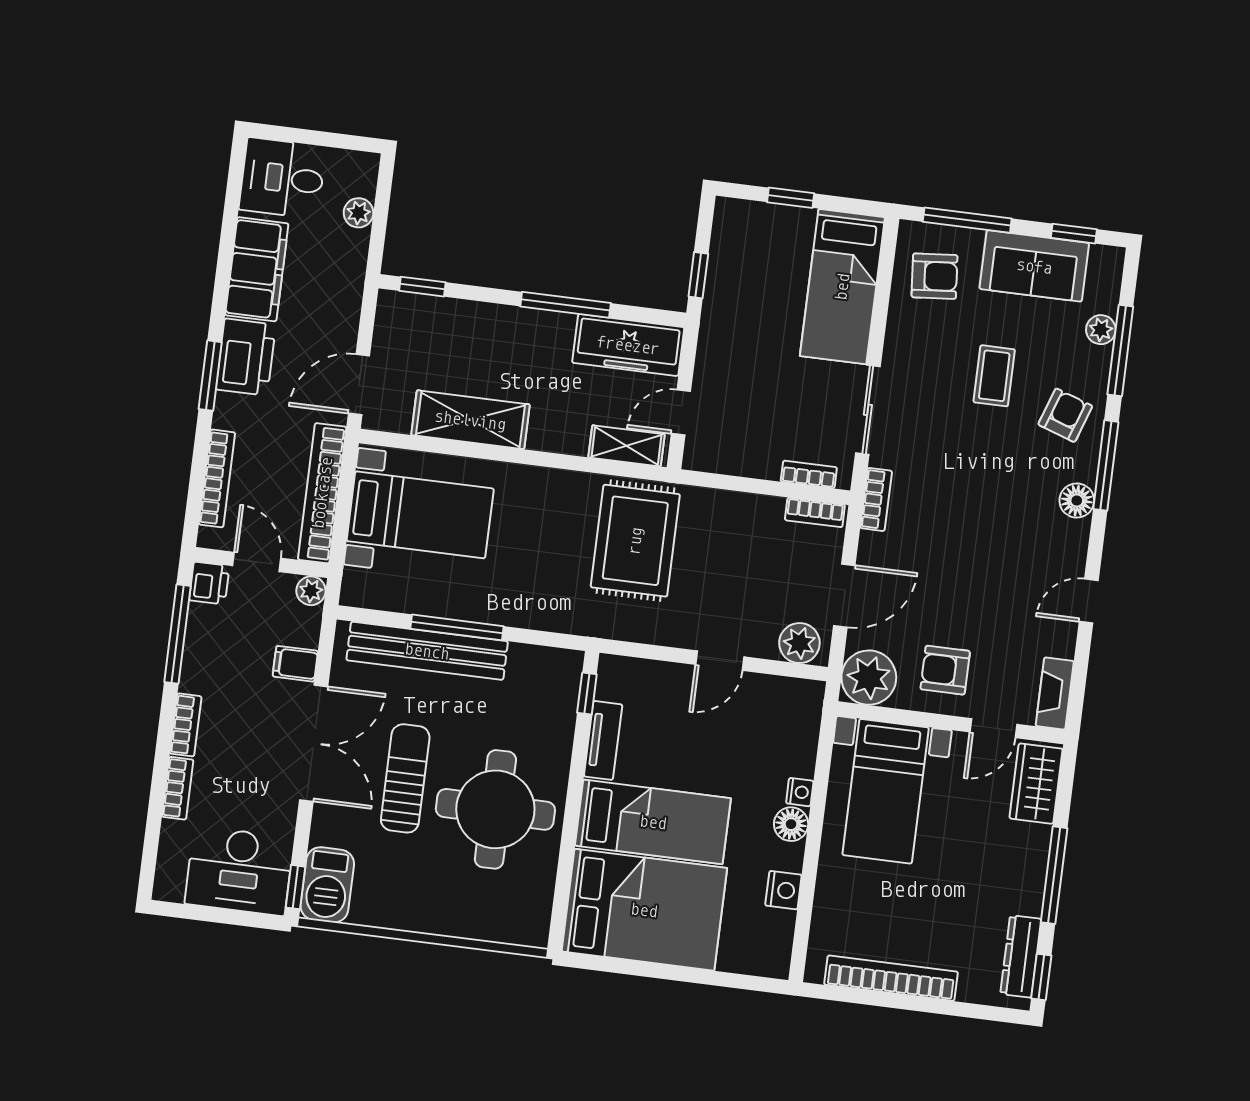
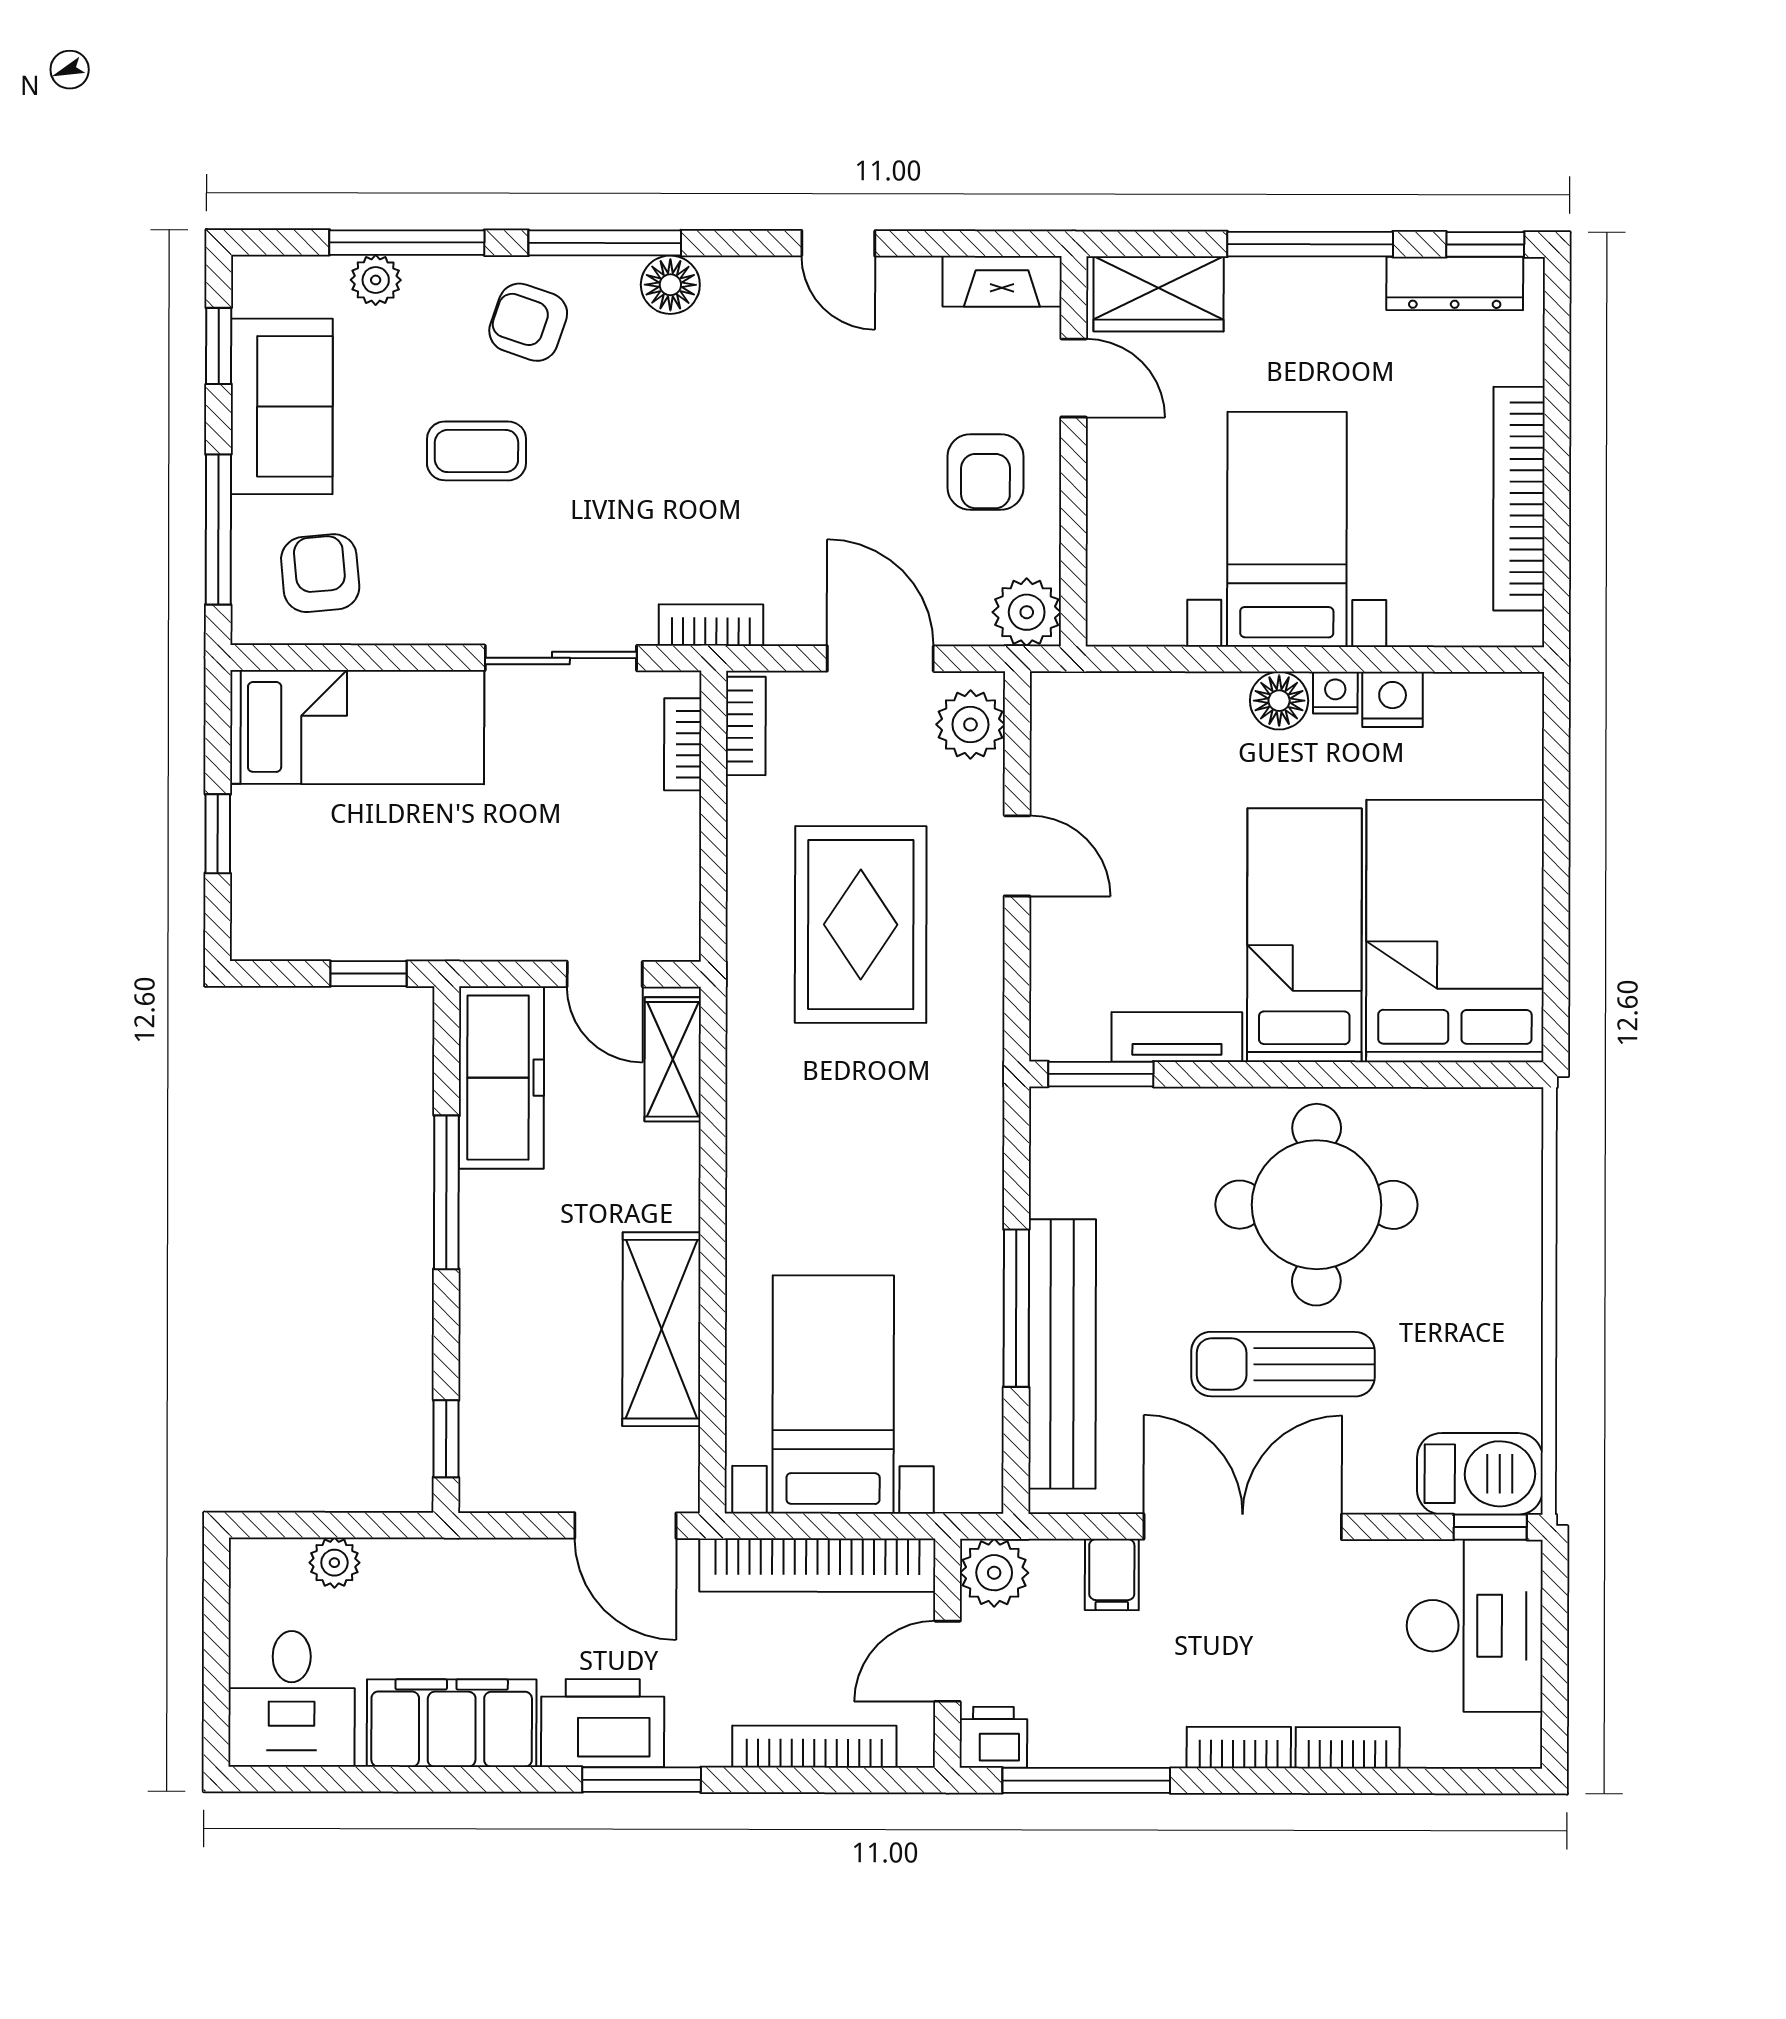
rug: (635, 541) -> (861, 925), moved, turned 90
plant: (311, 591) -> (994, 1573), width x1.38, depth x1.38
plant: (869, 678) -> (1027, 612), width x0.73, depth x0.73
window: (587, 693) -> (1101, 1074), width x1.50
bed with nightstands: (886, 791) -> (1287, 529), moved, turned -90
nightstand: (800, 792) -> (1335, 693), moved

